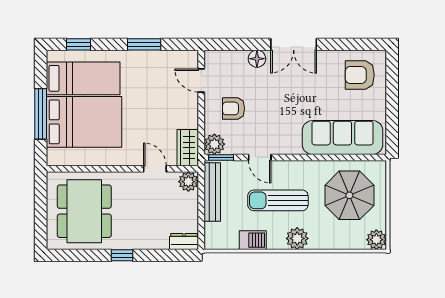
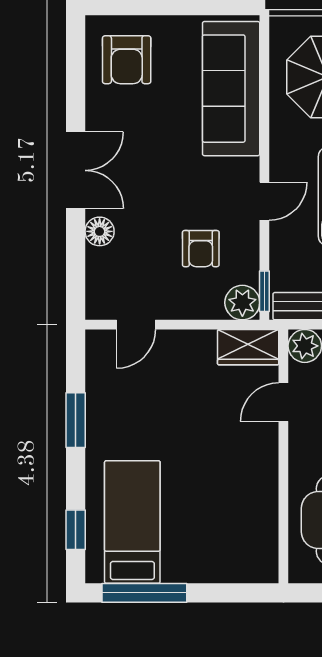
armchair: (234, 108) -> (201, 249), moved
window: (41, 114) -> (144, 593), moved
bed: (84, 122) -> (205, 520), removed
door: (260, 157) -> (264, 201), moved

